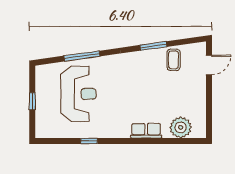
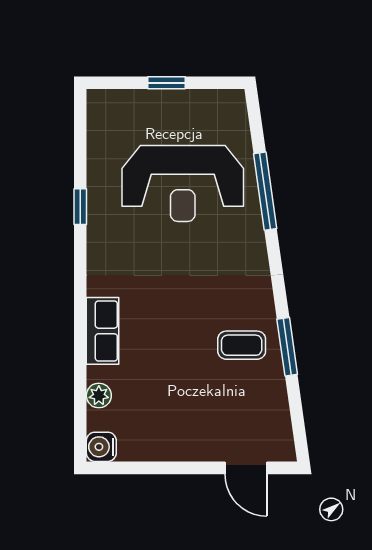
coffee table: (174, 60) -> (242, 345), moved
plant: (181, 127) -> (99, 395), width x0.53, depth x0.53
water cooler: (199, 131) -> (101, 447), added

